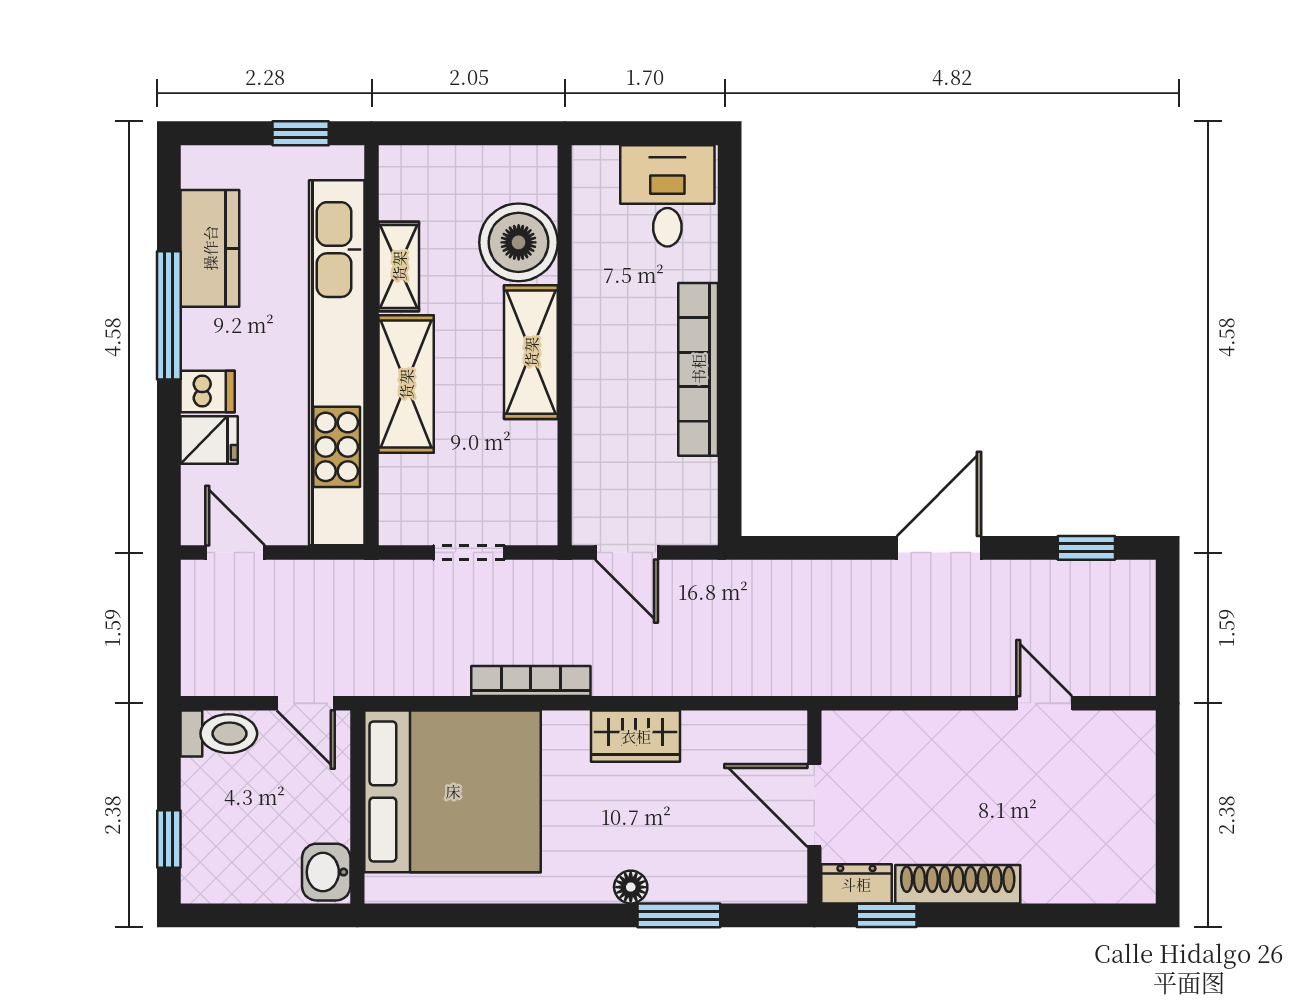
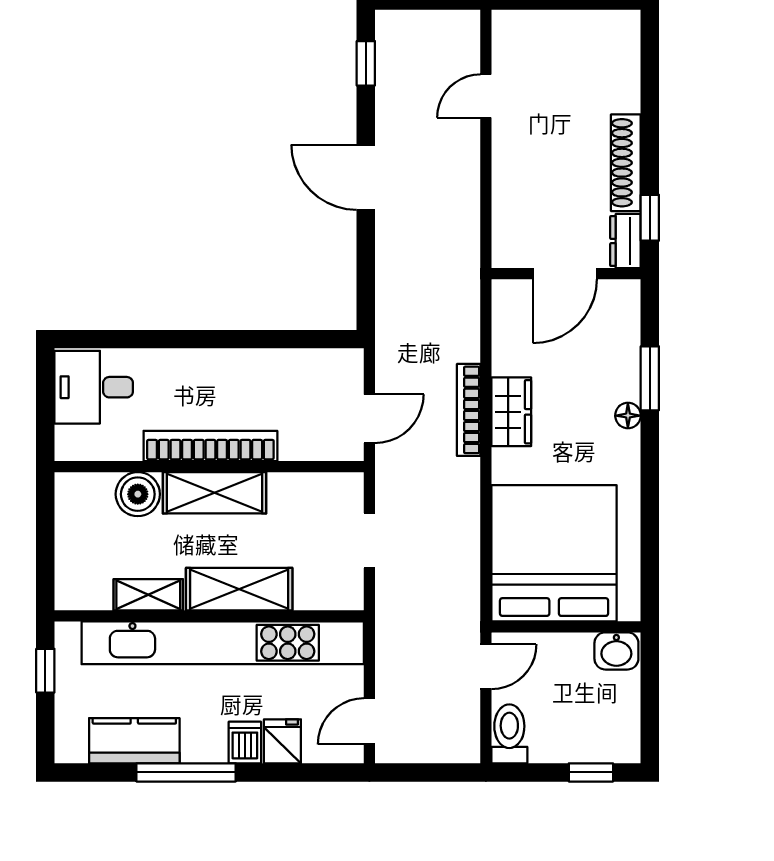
boiler: (519, 242) -> (138, 494), width x0.73, depth x0.73
bookcase: (698, 369) -> (210, 446), moved, turned 180
bookcase: (531, 681) -> (469, 410), moved

